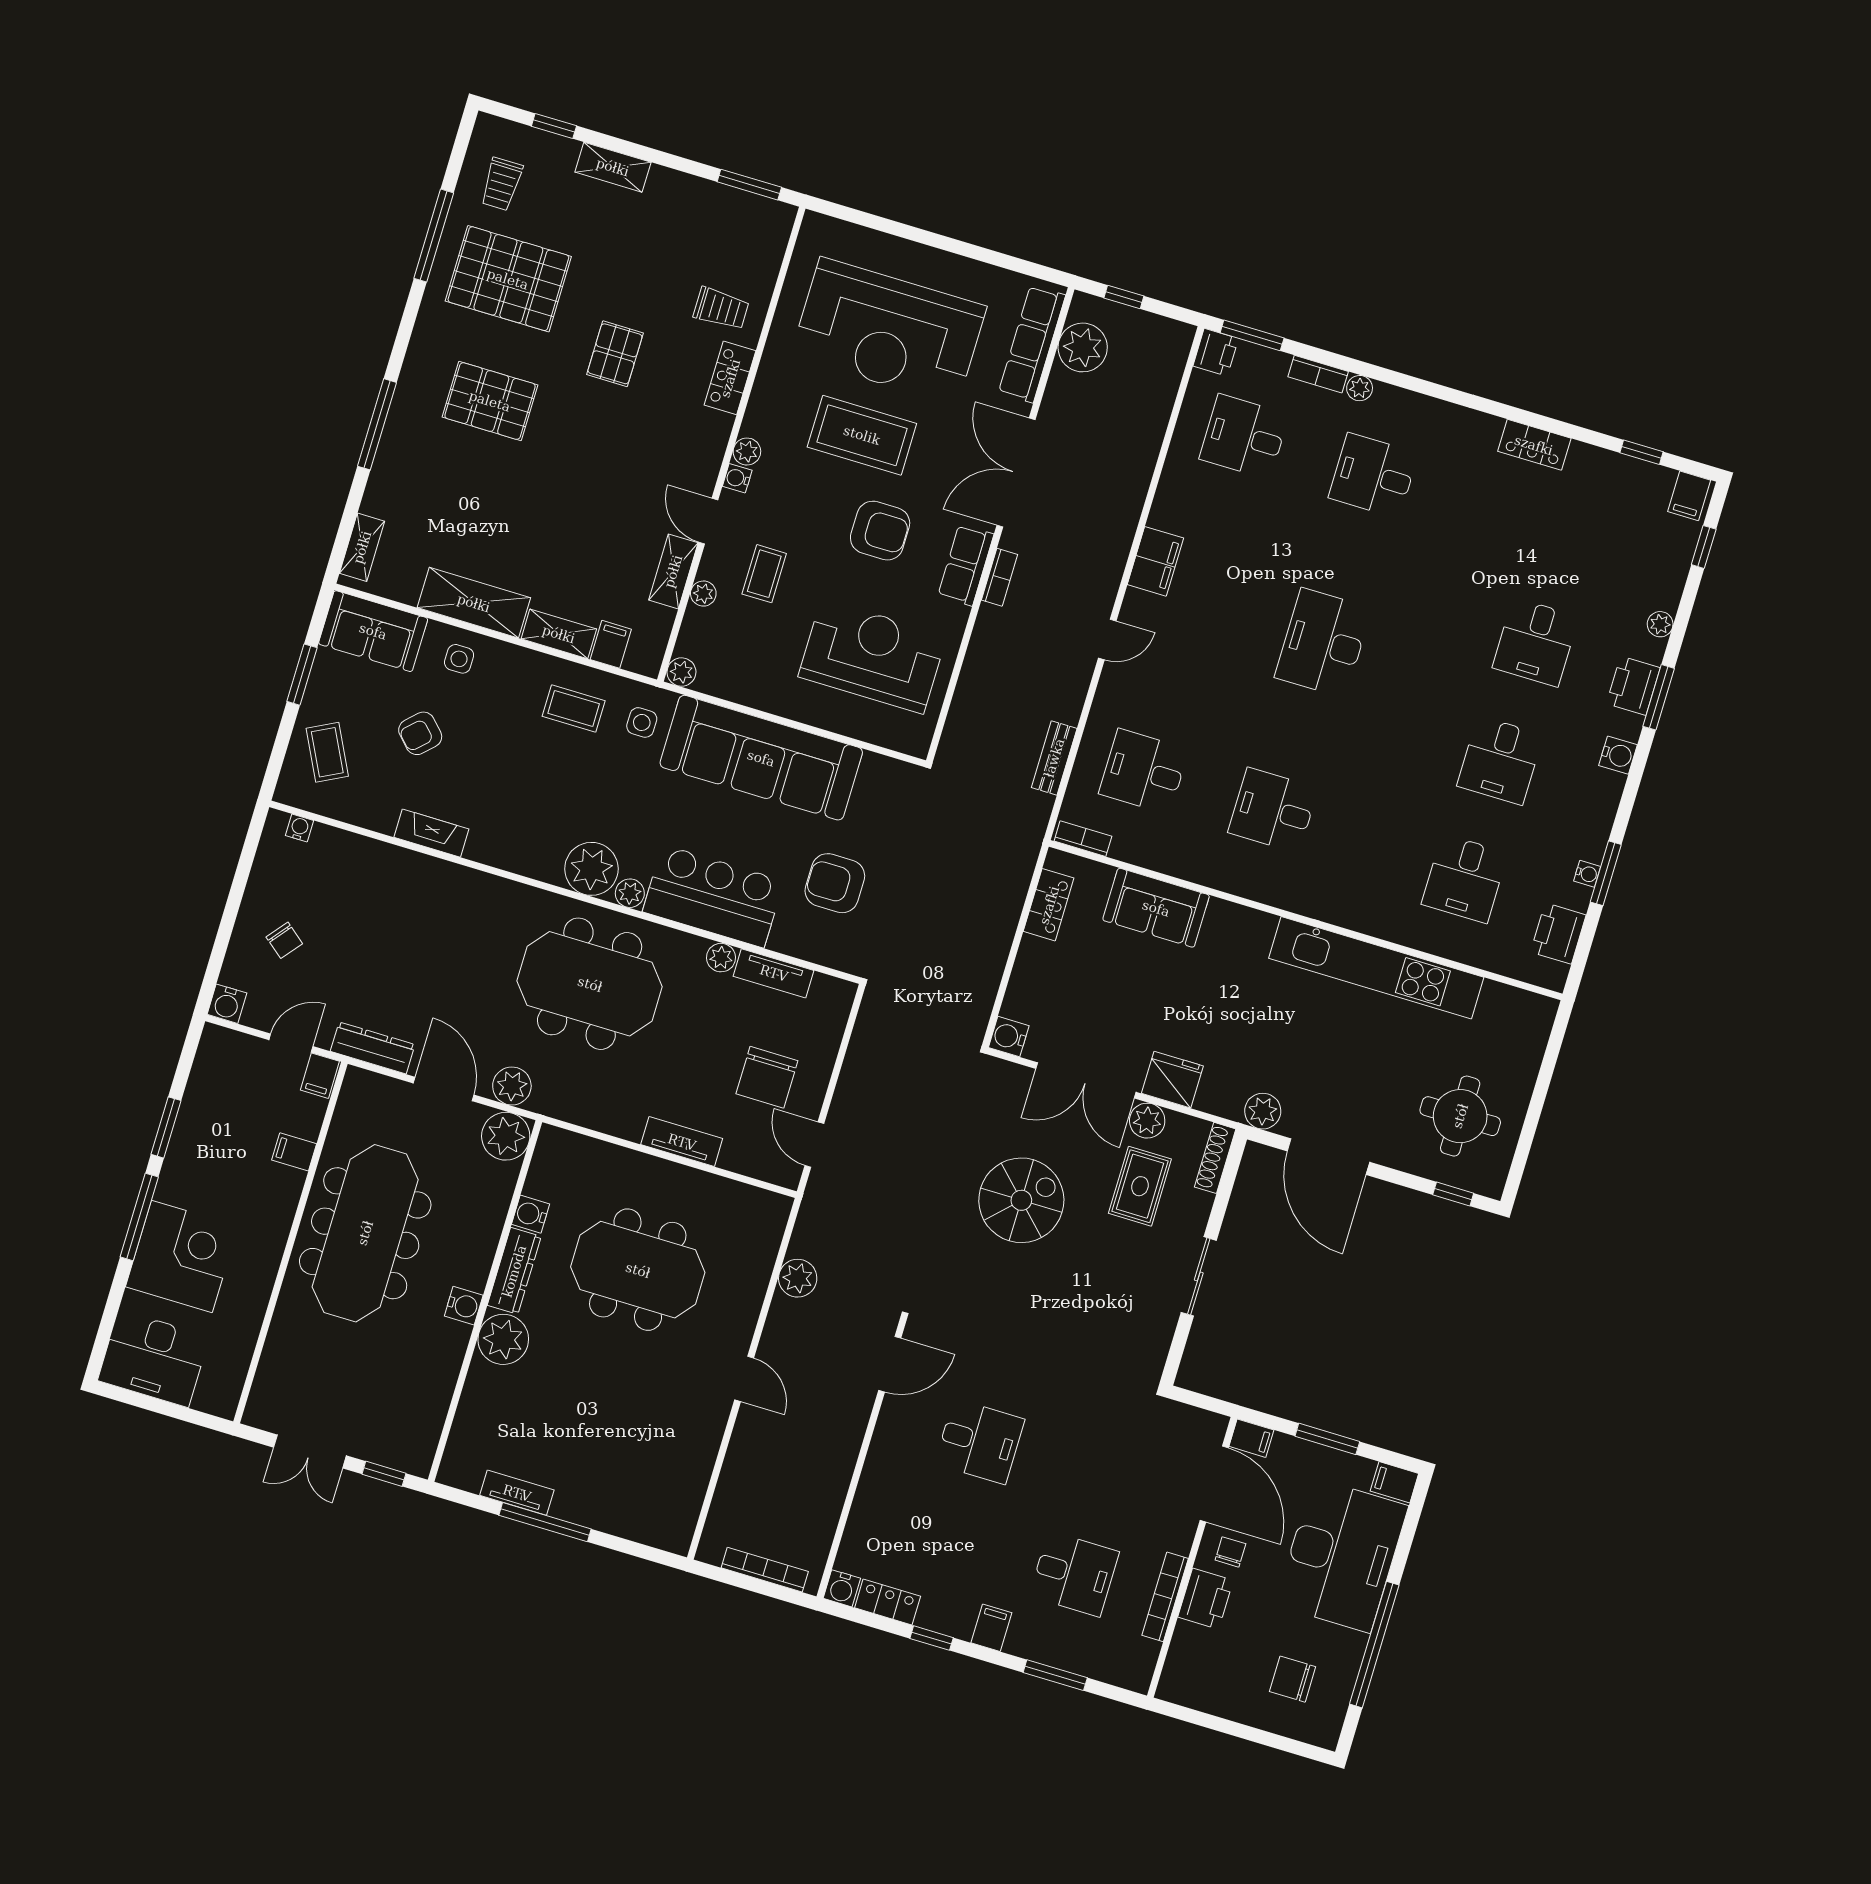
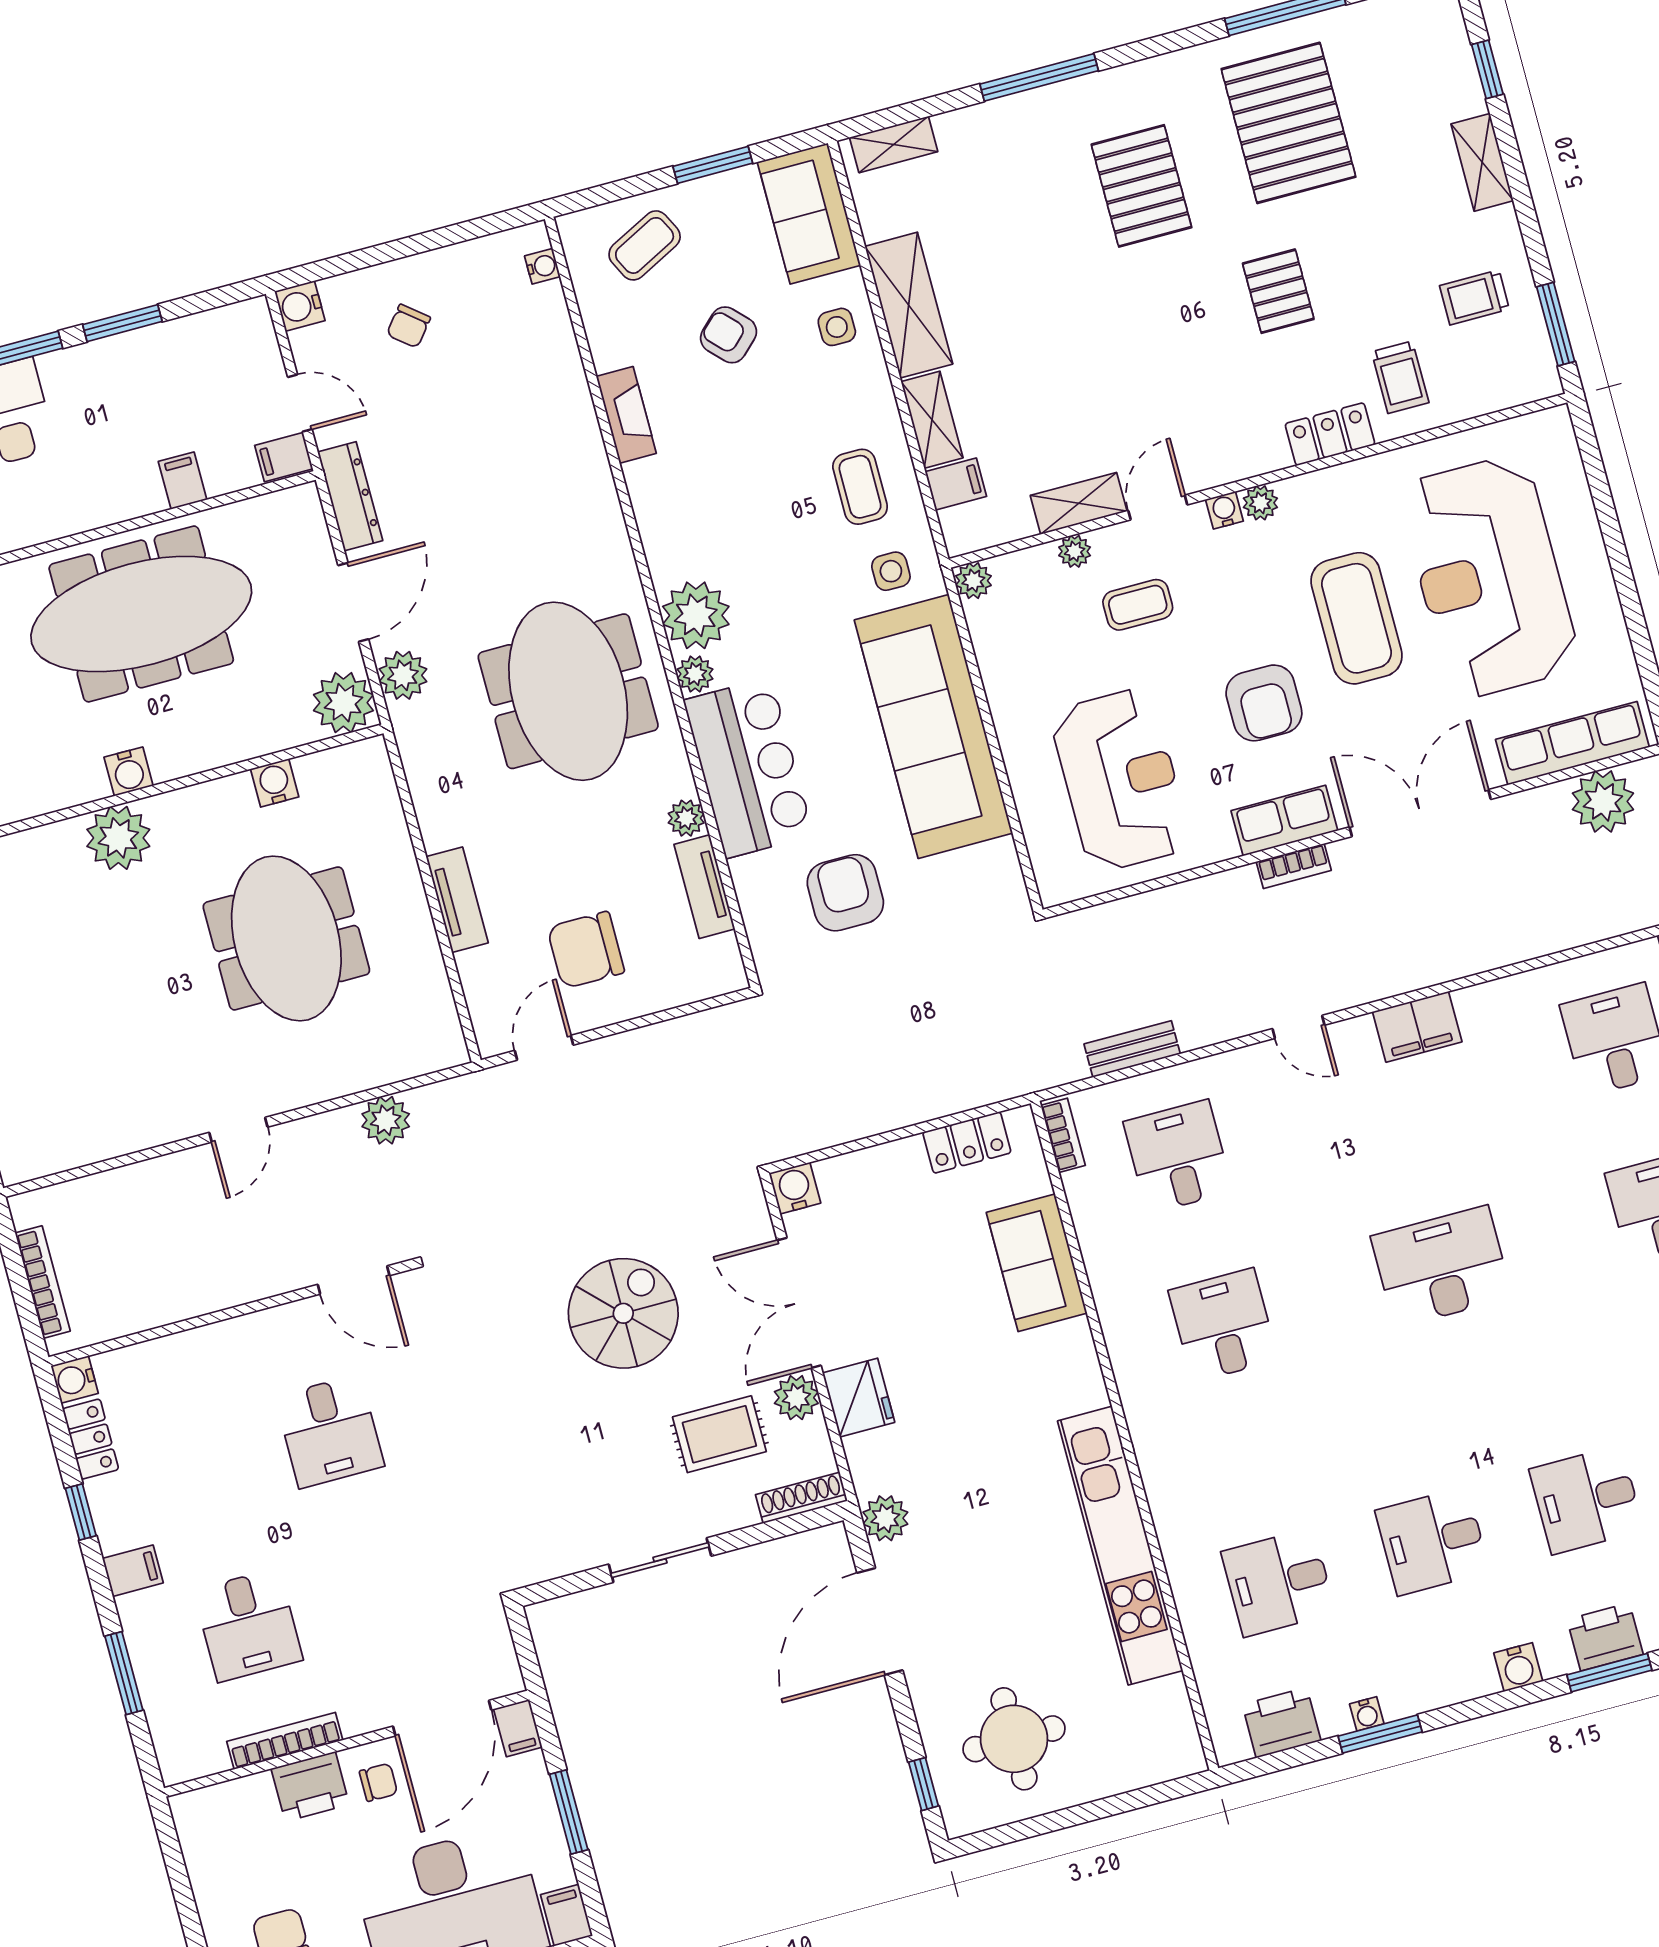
trolley: (502, 184) -> (1474, 297), moved
pallet: (615, 354) -> (1278, 291), turned 90
spiral stairs: (1021, 1200) -> (623, 1313), turned -90
dresser: (514, 1271) -> (201, 803), removed

